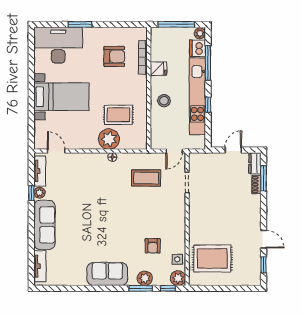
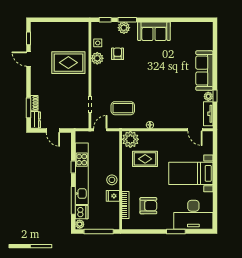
armchair: (114, 56) -> (148, 206), turned 180
stool: (164, 101) -> (112, 180), moved
plant: (109, 139) -> (130, 139), moved
door: (233, 150) -> (53, 131), hinge flipped
rug: (212, 258) -> (68, 63), moved
tv unit: (40, 266) -> (208, 37), removed
plant: (178, 278) -> (97, 58), moved

